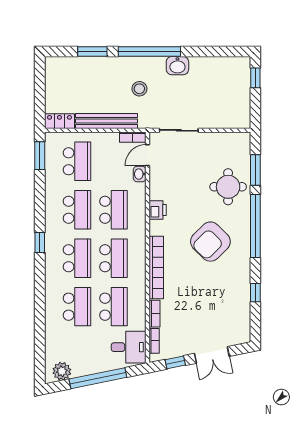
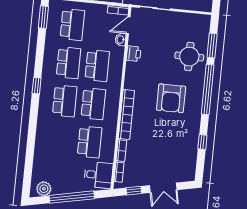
printer: (158, 210) -> (134, 54), moved
armchair: (210, 242) -> (171, 98), turned -45
school desk: (77, 307) -> (61, 139), removed

